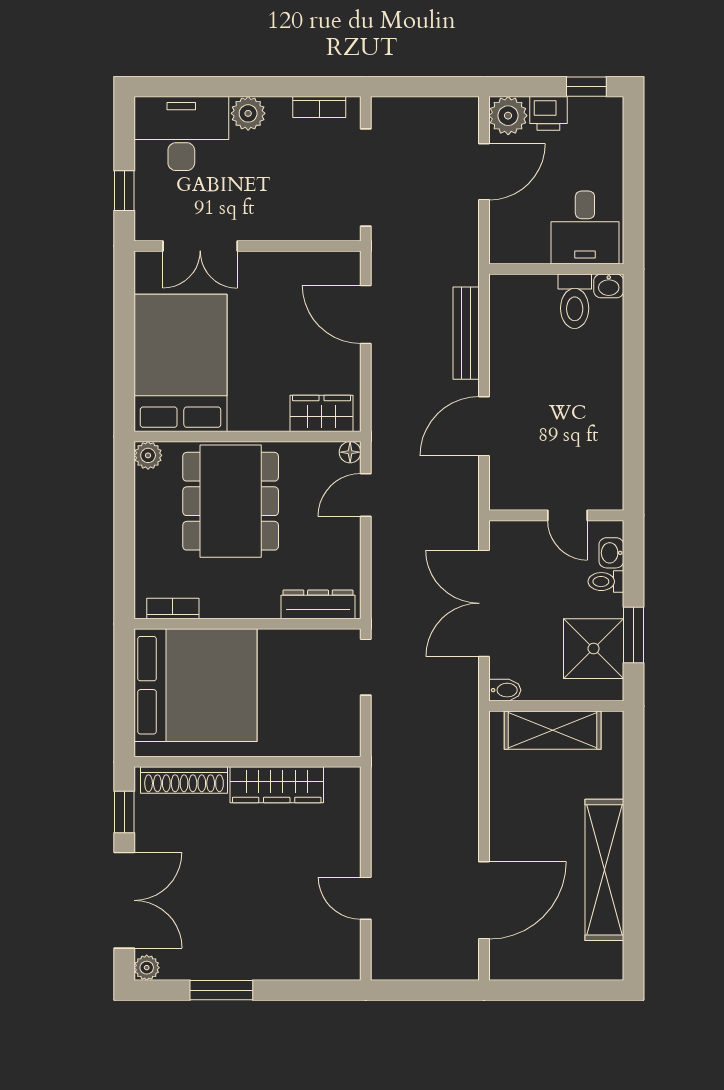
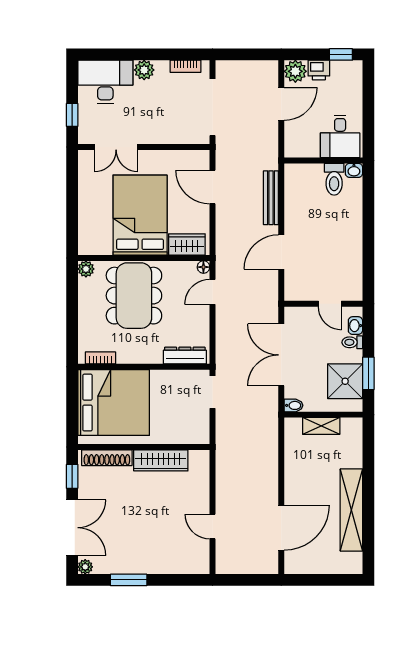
bed: (180, 363) -> (140, 215), moved
shelving: (553, 730) -> (321, 426), width x0.67, depth x0.75

